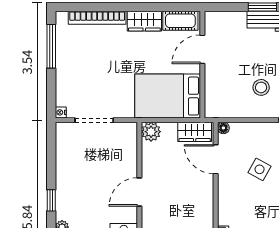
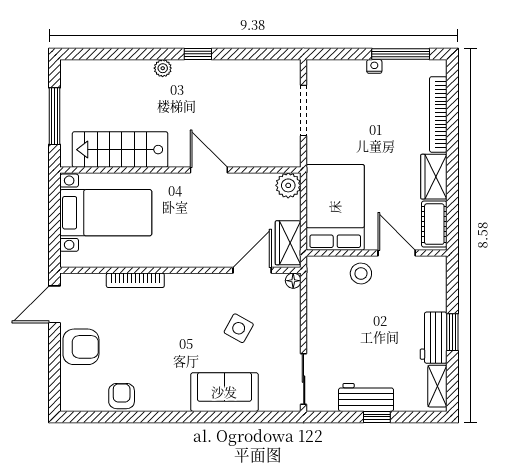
stool: (261, 87) -> (361, 273), moved
nightstand: (61, 112) -> (374, 66), moved

